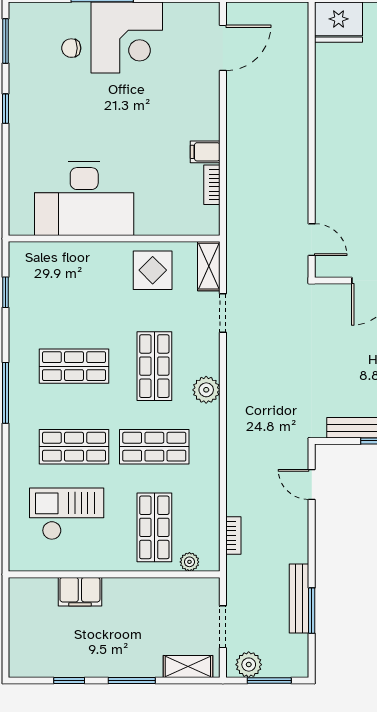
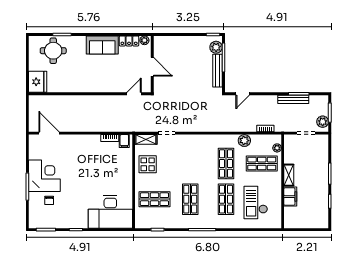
filing cabinet: (205, 152) -> (124, 141), moved
desk: (84, 199) -> (110, 212), moved, turned 90
shop shelf: (154, 366) -> (154, 199), moved
plant: (206, 390) -> (244, 141), moved
shelving: (188, 666) -> (289, 175), moved

